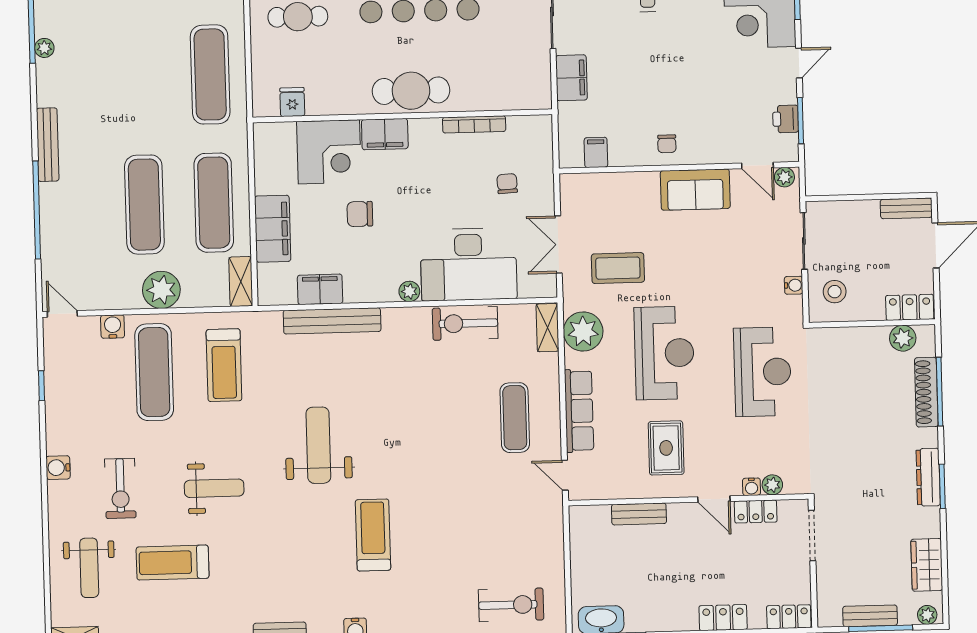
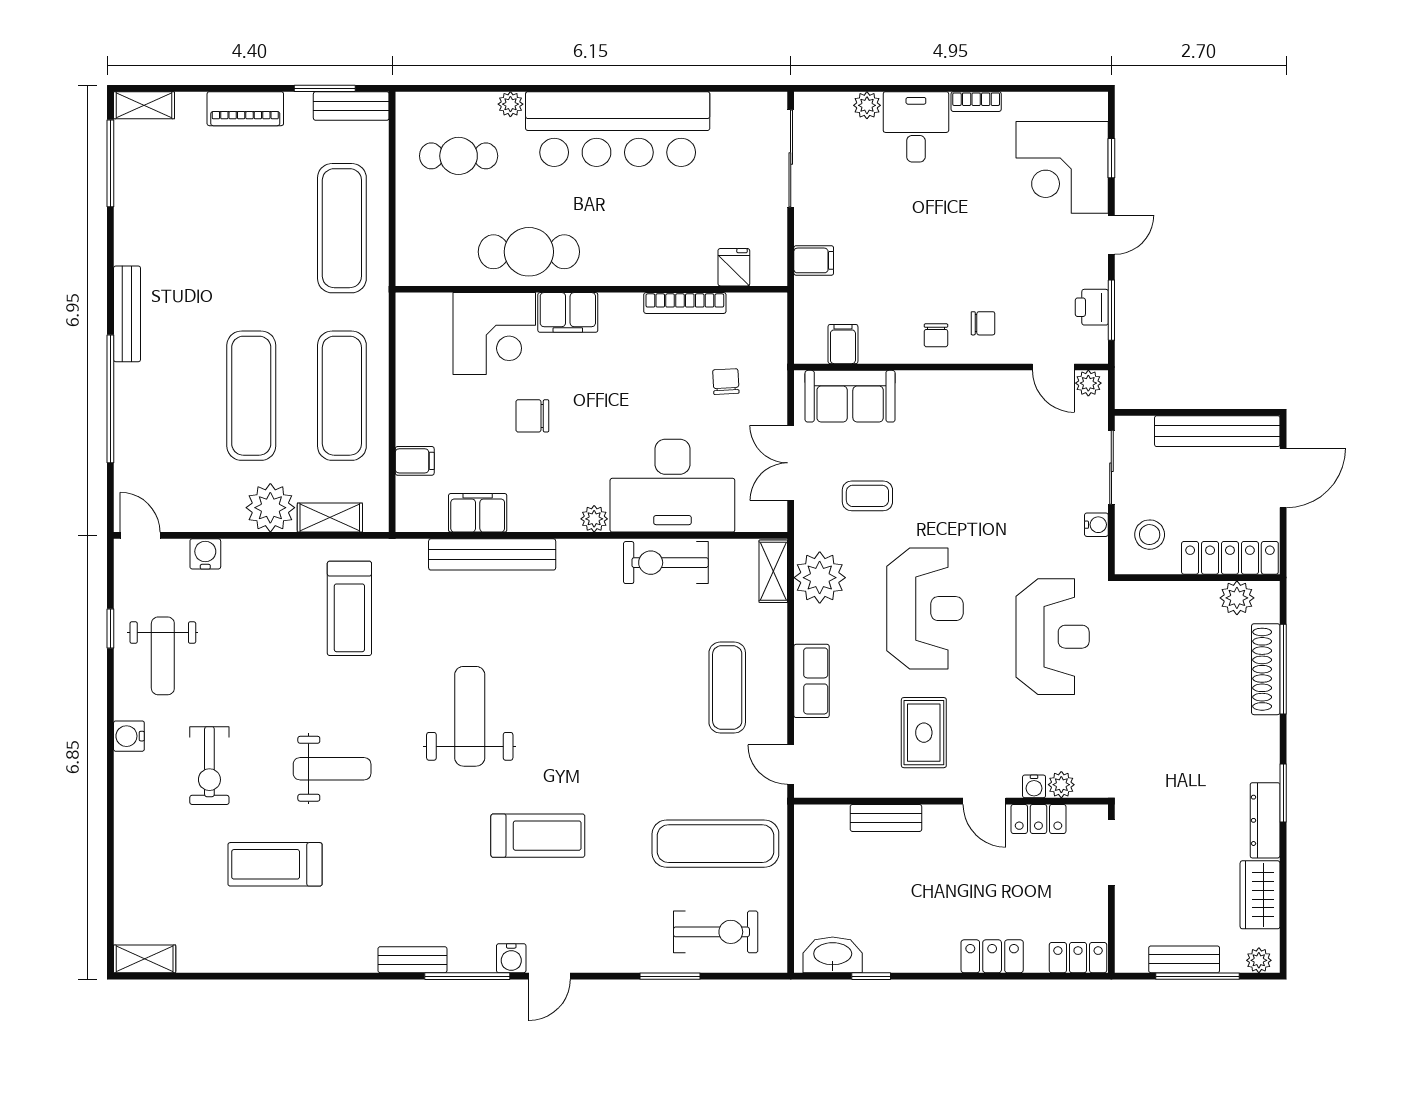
plant: (44, 48) -> (126, 187), removed
filing cabinet: (571, 78) -> (814, 260), width x0.50
cafe table: (411, 91) -> (529, 252), moved
fridge: (292, 102) -> (734, 267), moved
chair: (703, 134) -> (983, 323), added
sofa: (695, 190) -> (850, 396), moved
bench: (906, 208) -> (1217, 431), width x1.86, depth x1.21
filing cabinet: (273, 229) -> (415, 461), width x0.33, depth x0.86
coffee table: (618, 268) -> (867, 496), width x0.73, depth x0.77
shelving: (241, 282) -> (330, 518), moved, turned 90
locker: (910, 307) -> (1230, 558), width x1.53
exercise mat: (154, 372) -> (715, 844), moved, turned 90
row of seats: (579, 411) -> (811, 681), width x0.68
dresser: (928, 477) -> (1265, 820), moved
treadmill: (373, 535) -> (538, 836), turned 90
weight bench: (89, 568) -> (163, 656), moved

